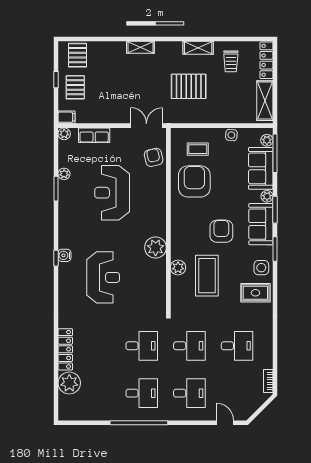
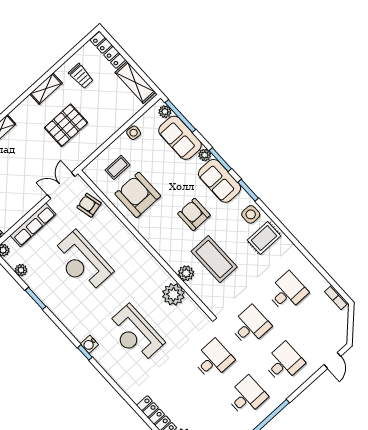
row of seats: (94, 135) -> (33, 225), width x1.48
plant: (64, 174) -> (21, 270), moved
plant: (156, 248) -> (173, 294), moved
reception desk: (103, 277) -> (135, 334), turned 180
door: (225, 423) -> (332, 360), swing flipped

